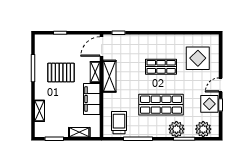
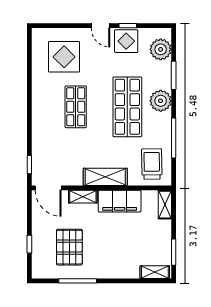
pallet: (61, 73) -> (69, 247), moved
shelving: (110, 76) -> (105, 177), moved
shelving: (40, 111) -> (155, 272), moved
trolley: (119, 123) -> (152, 164), turned 89
plant: (176, 129) -> (161, 101), moved
shelving: (79, 132) -> (165, 205), moved

